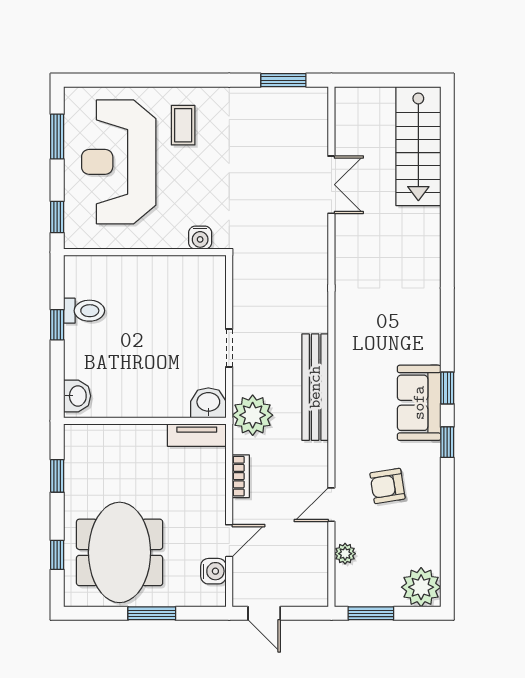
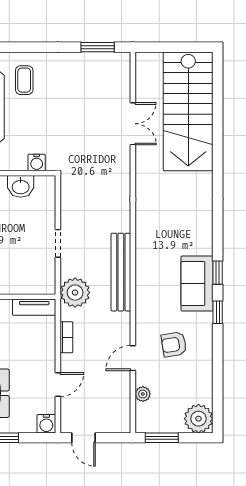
stairs: (418, 146) -> (188, 111), width x1.36, depth x1.51
washbasin: (208, 403) -> (21, 186), moved, turned 180
water cooler: (213, 571) -> (46, 424), moved, turned 90

